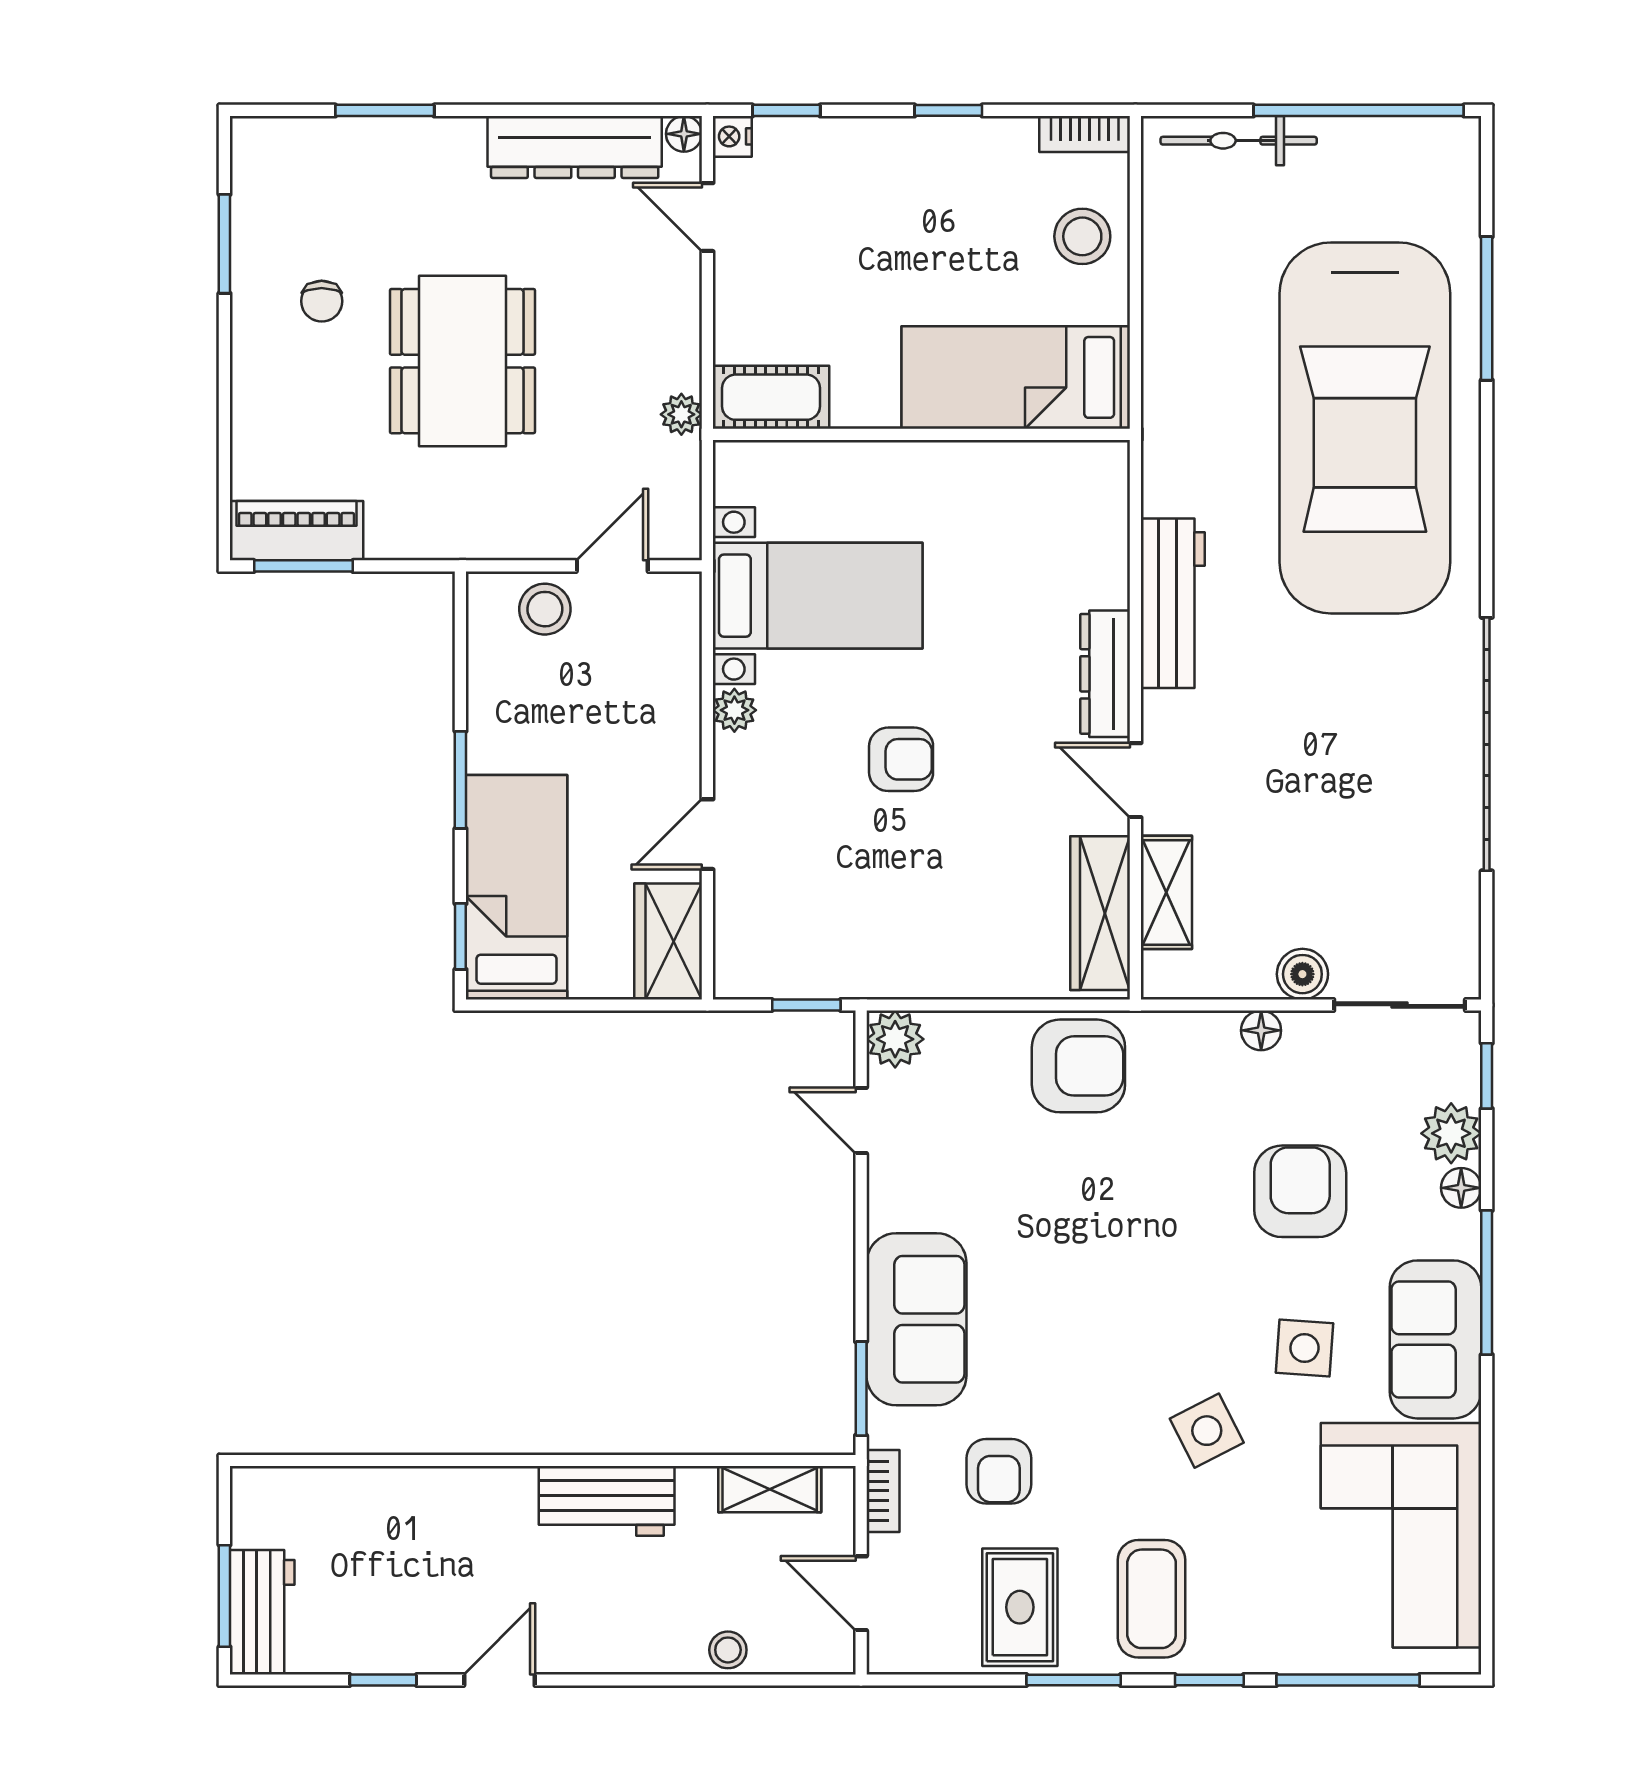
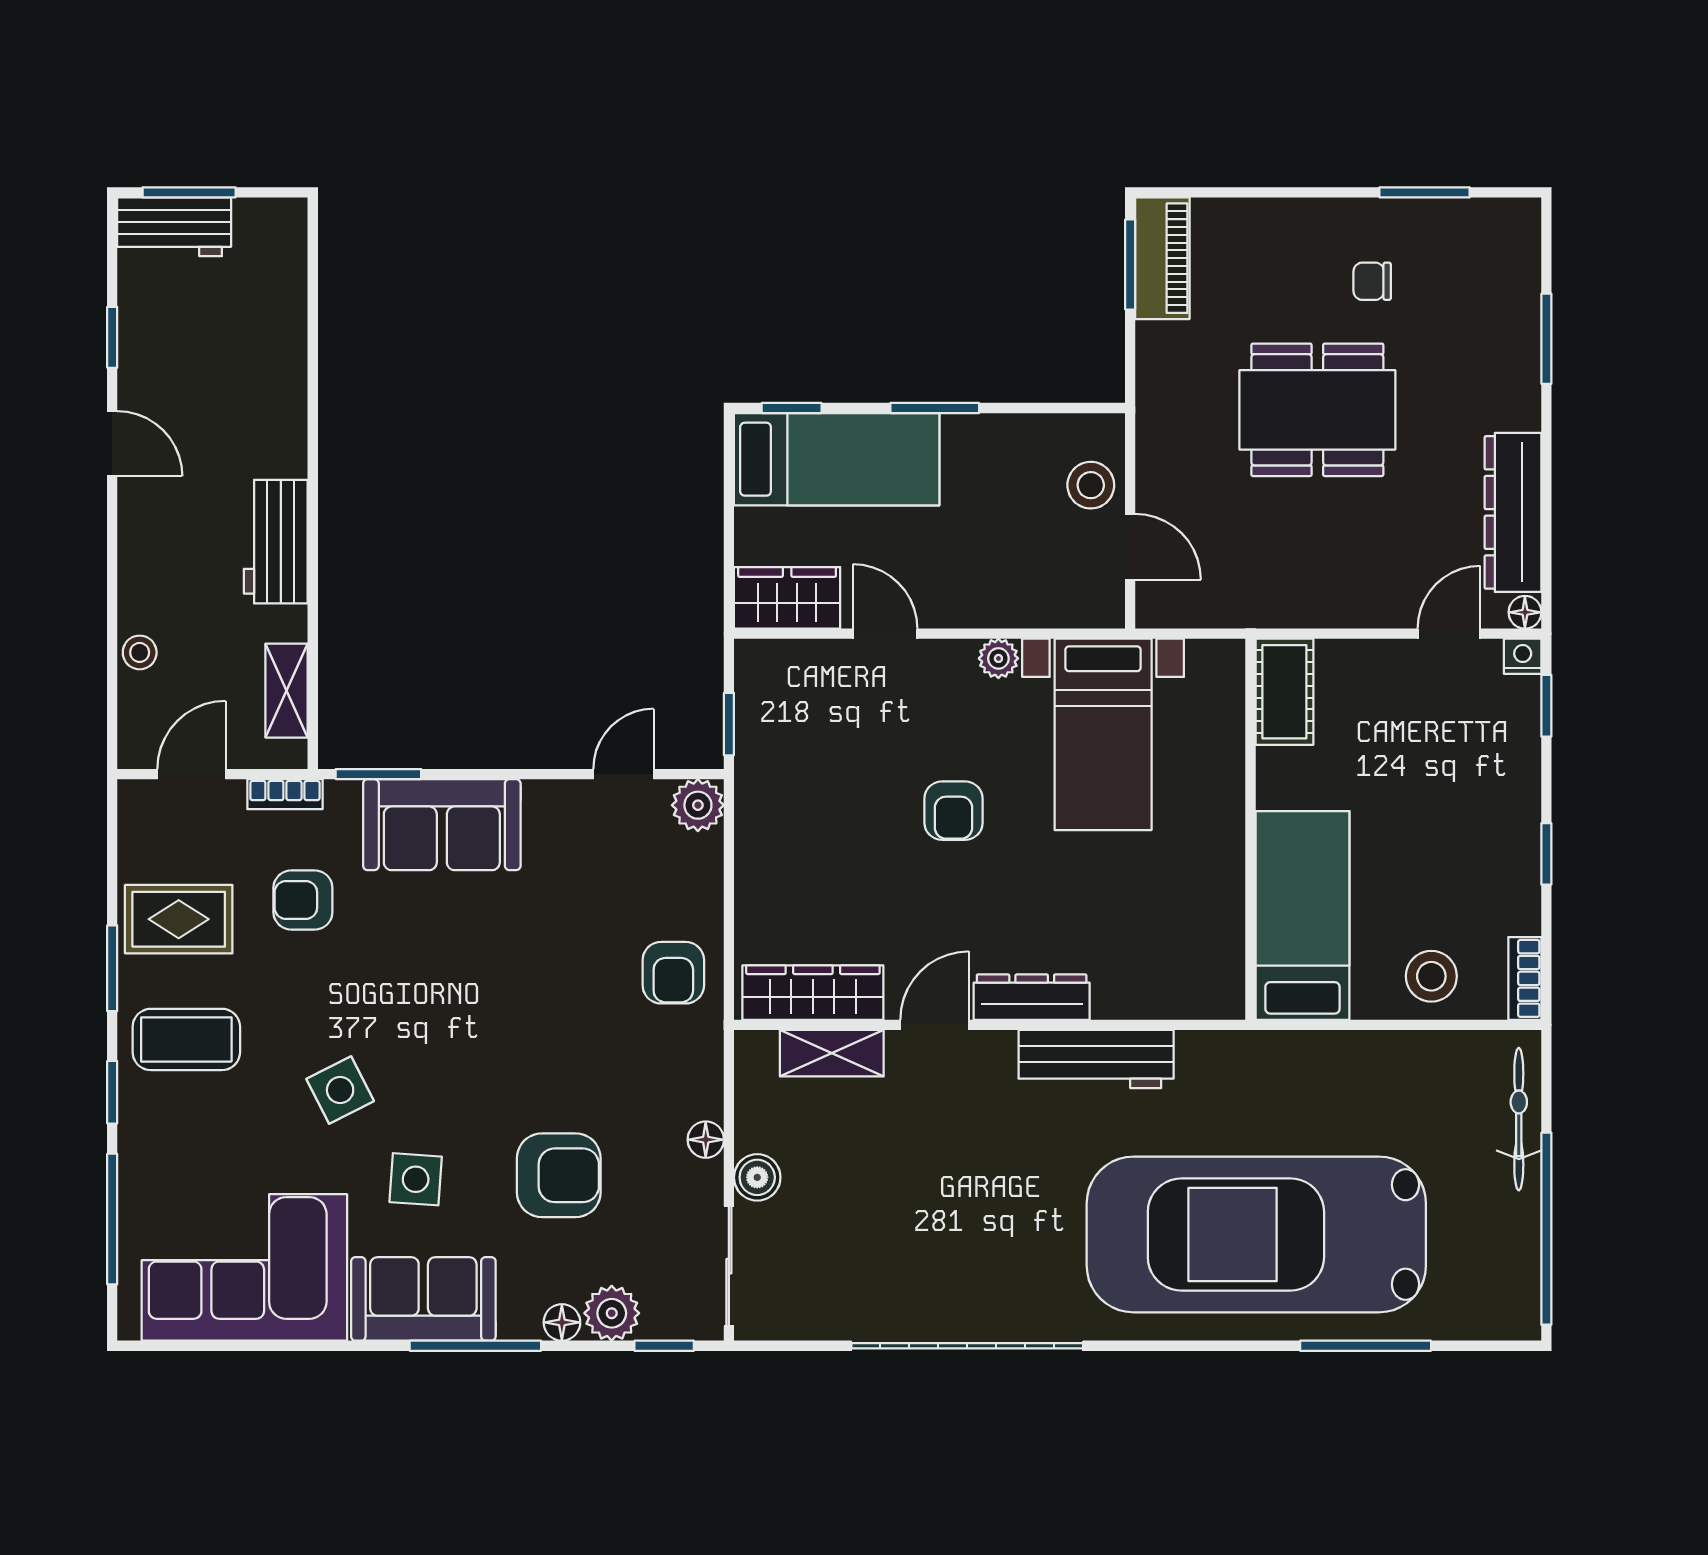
plant: (681, 414) -> (1269, 610), removed
armchair: (1078, 1066) -> (673, 973), width x0.72, depth x0.72

